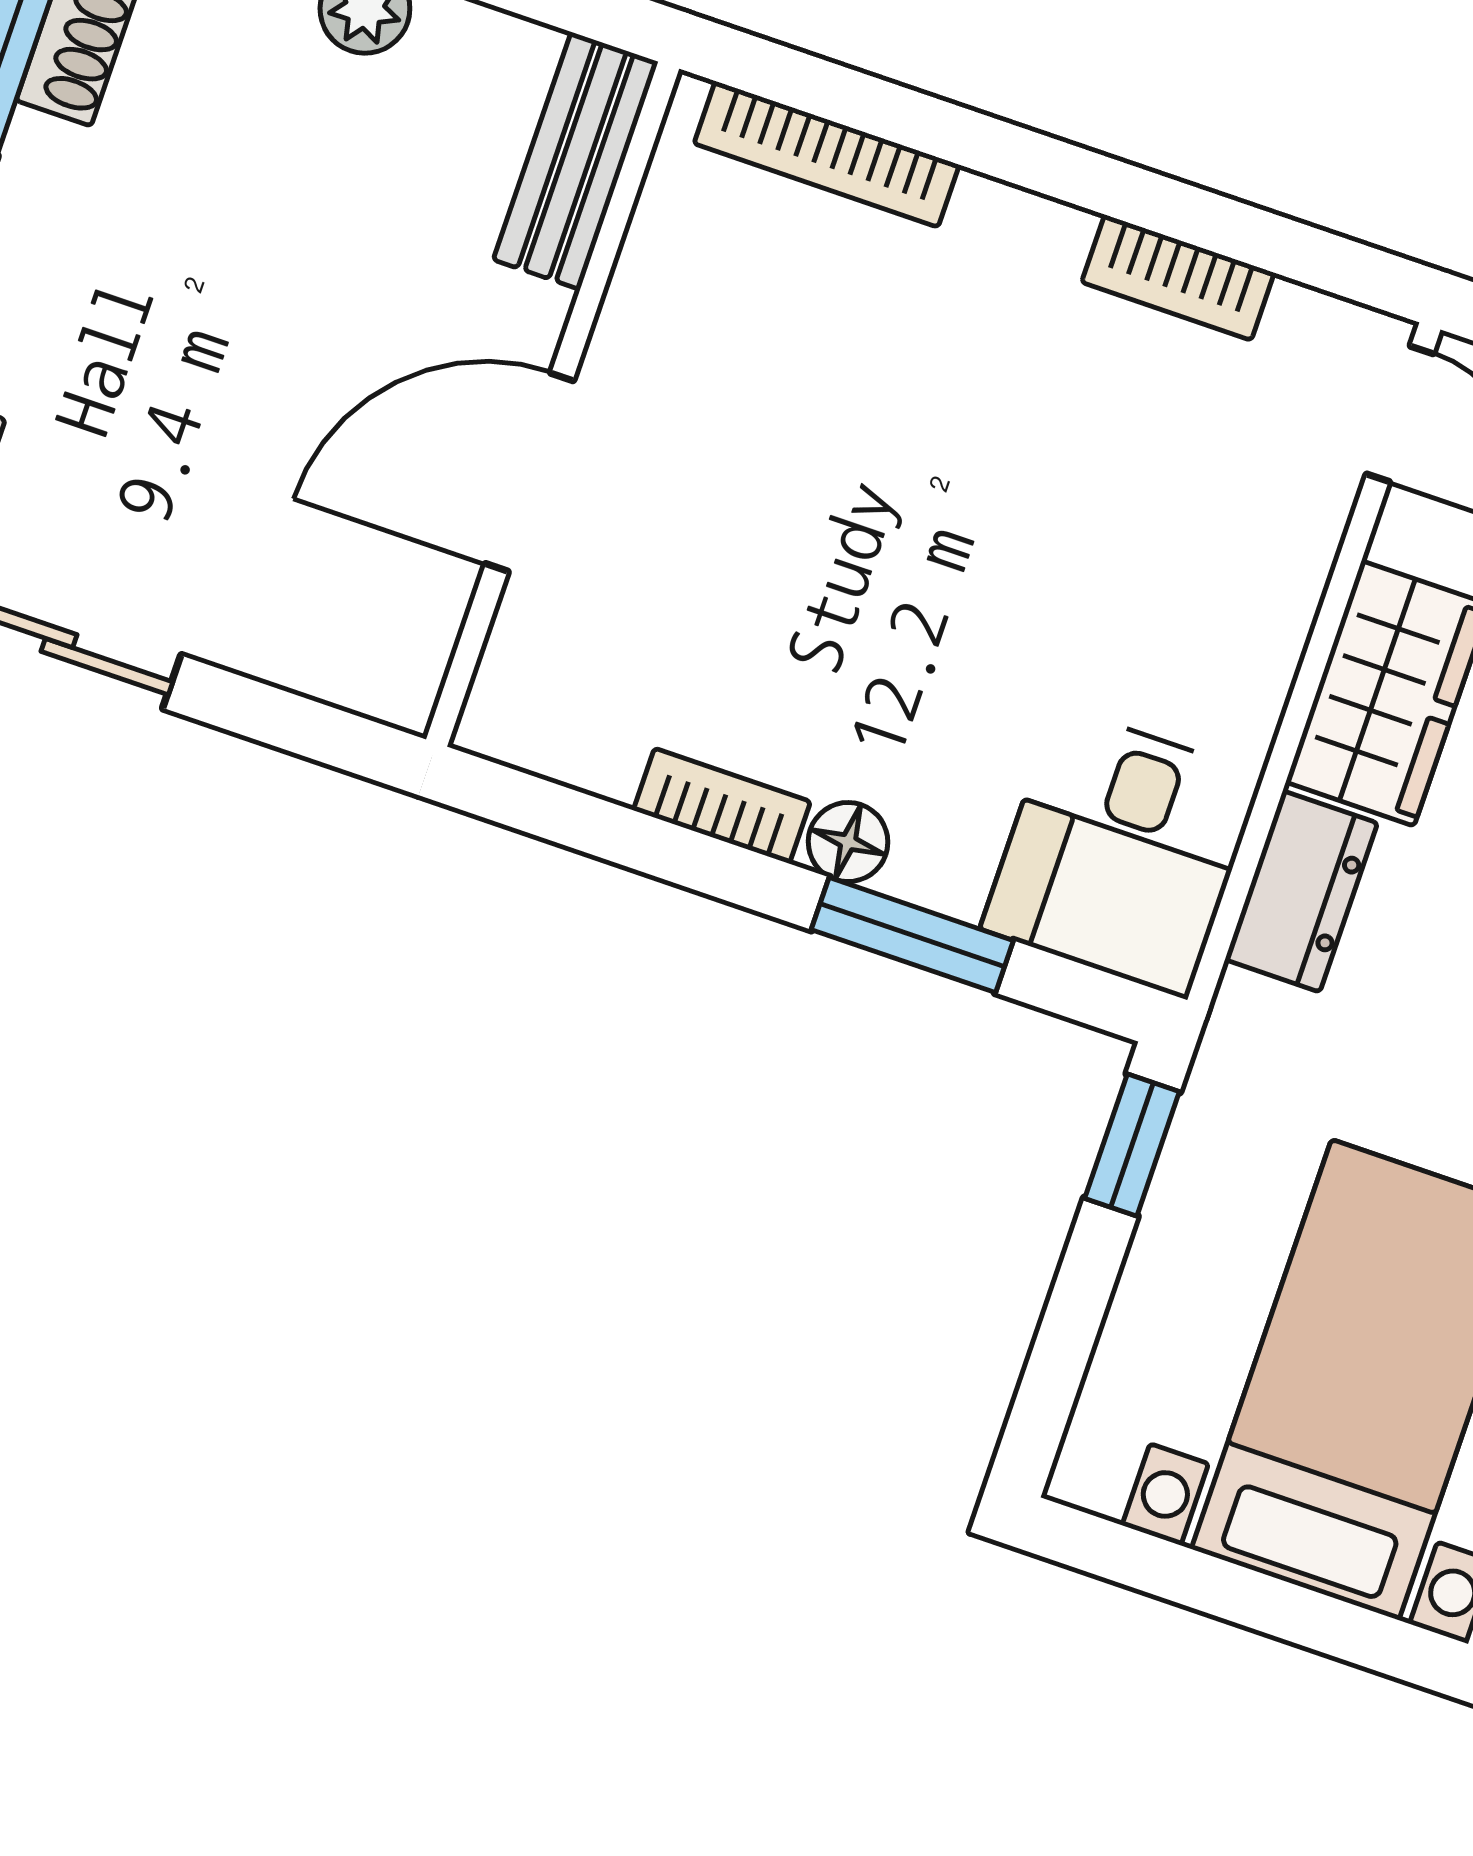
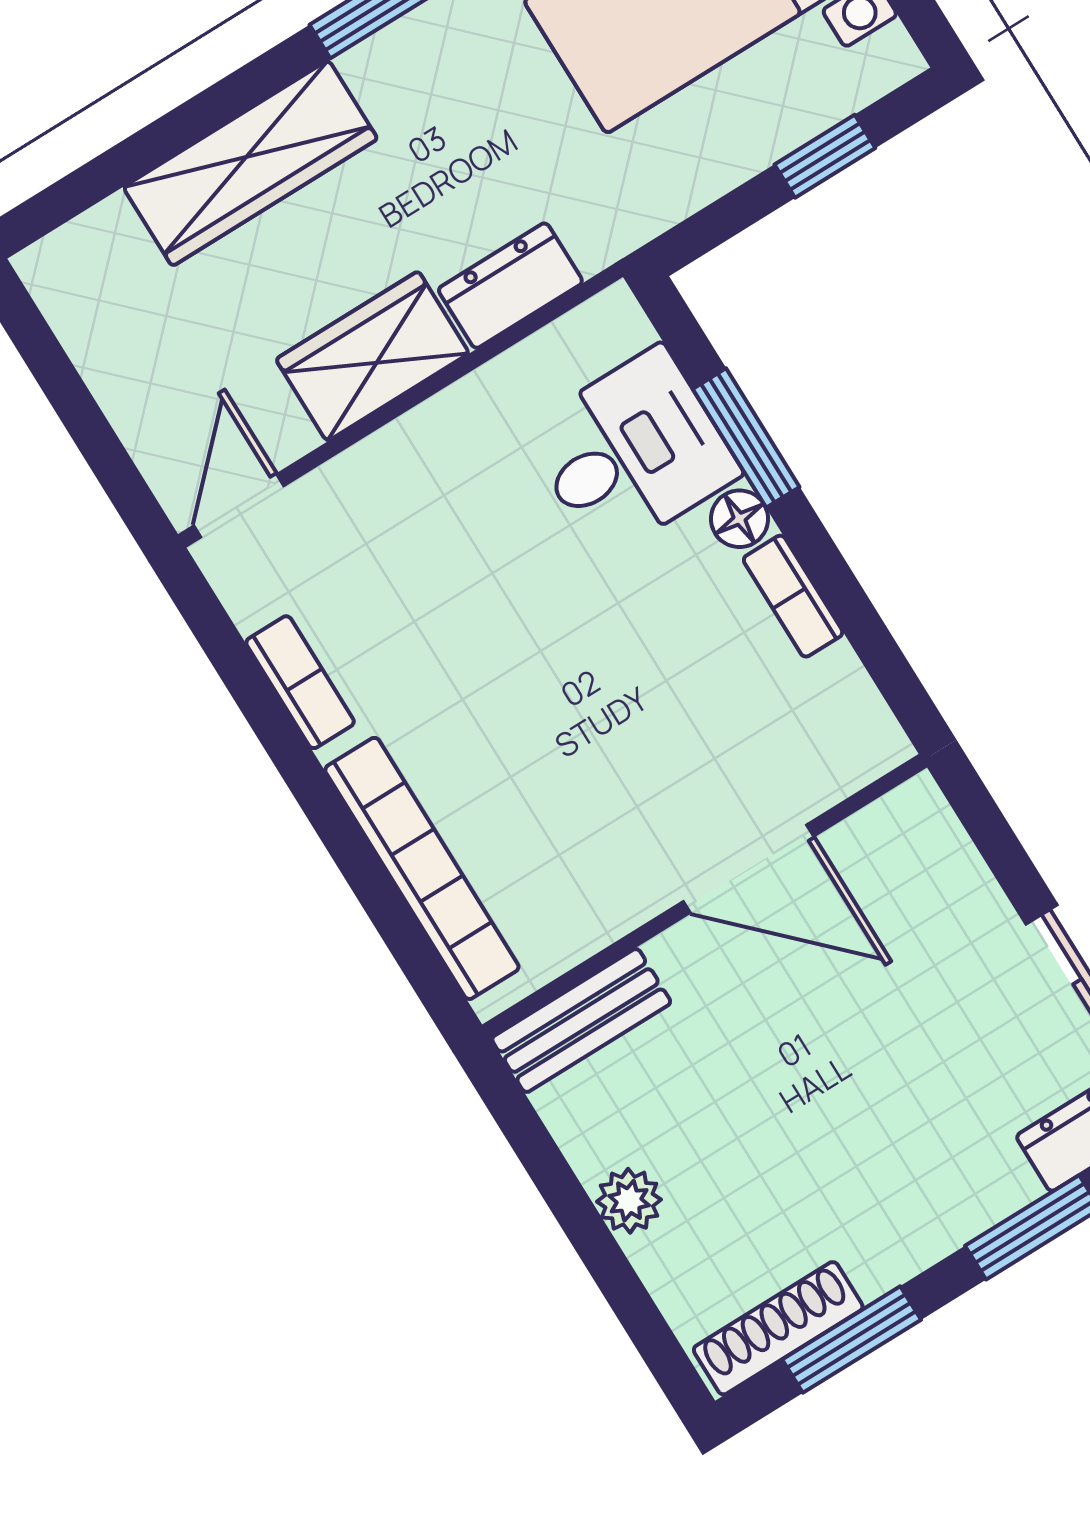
bookcase: (827, 154) -> (422, 868), width x1.48, depth x1.31
desk: (1122, 852) -> (631, 452), moved
window: (1132, 1145) -> (825, 156), moved

